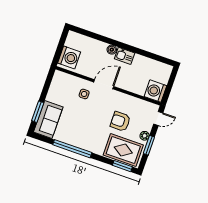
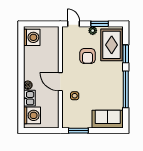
kitchen sink: (125, 56) -> (29, 98), moved
washing machine: (69, 57) -> (32, 115), moved, turned 90
washing machine: (155, 91) -> (32, 37), moved, turned -90
window: (38, 112) -> (78, 131), moved
window: (122, 166) -> (126, 54), moved

